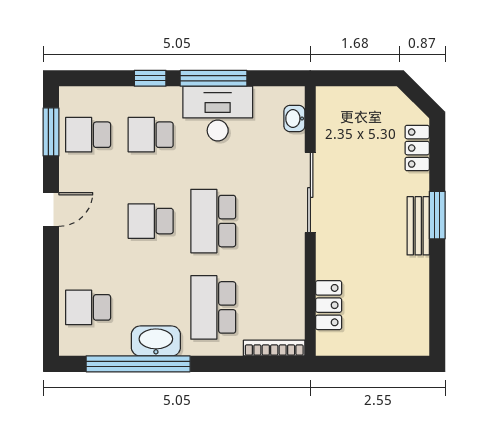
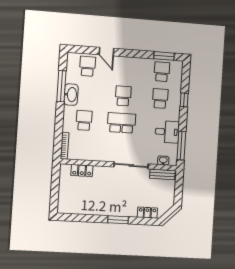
window: (214, 78) -> (181, 146), moved
desk: (218, 114) -> (167, 132), width x0.73
door: (51, 209) -> (106, 52), moved
bench: (418, 226) -> (162, 174), moved
school desk: (213, 307) -> (84, 120), width x0.54
window: (138, 364) -> (61, 86), width x0.68

